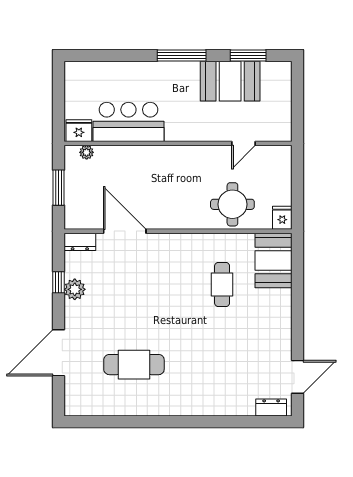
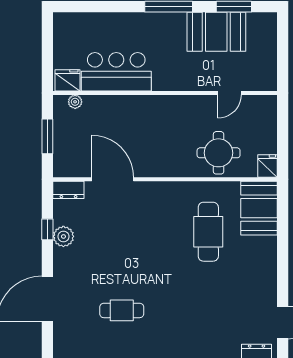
cafe table: (222, 285) -> (208, 232), width x1.37, depth x1.35
cafe table: (134, 365) -> (122, 310), width x0.73, depth x0.74

